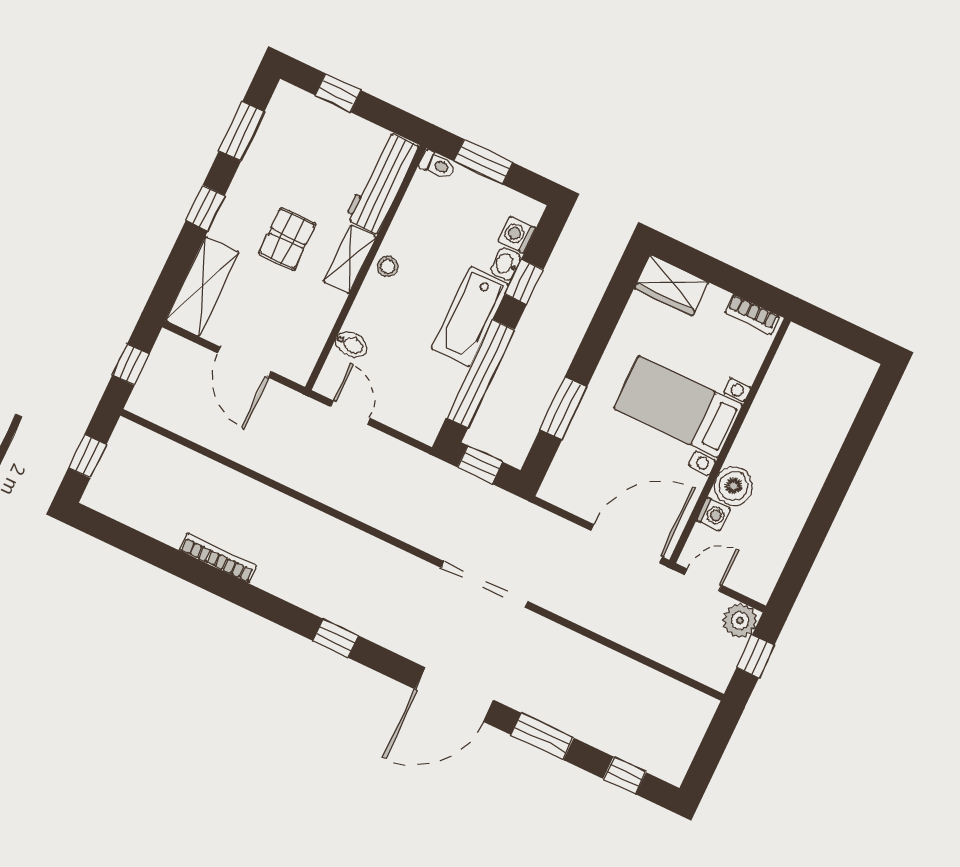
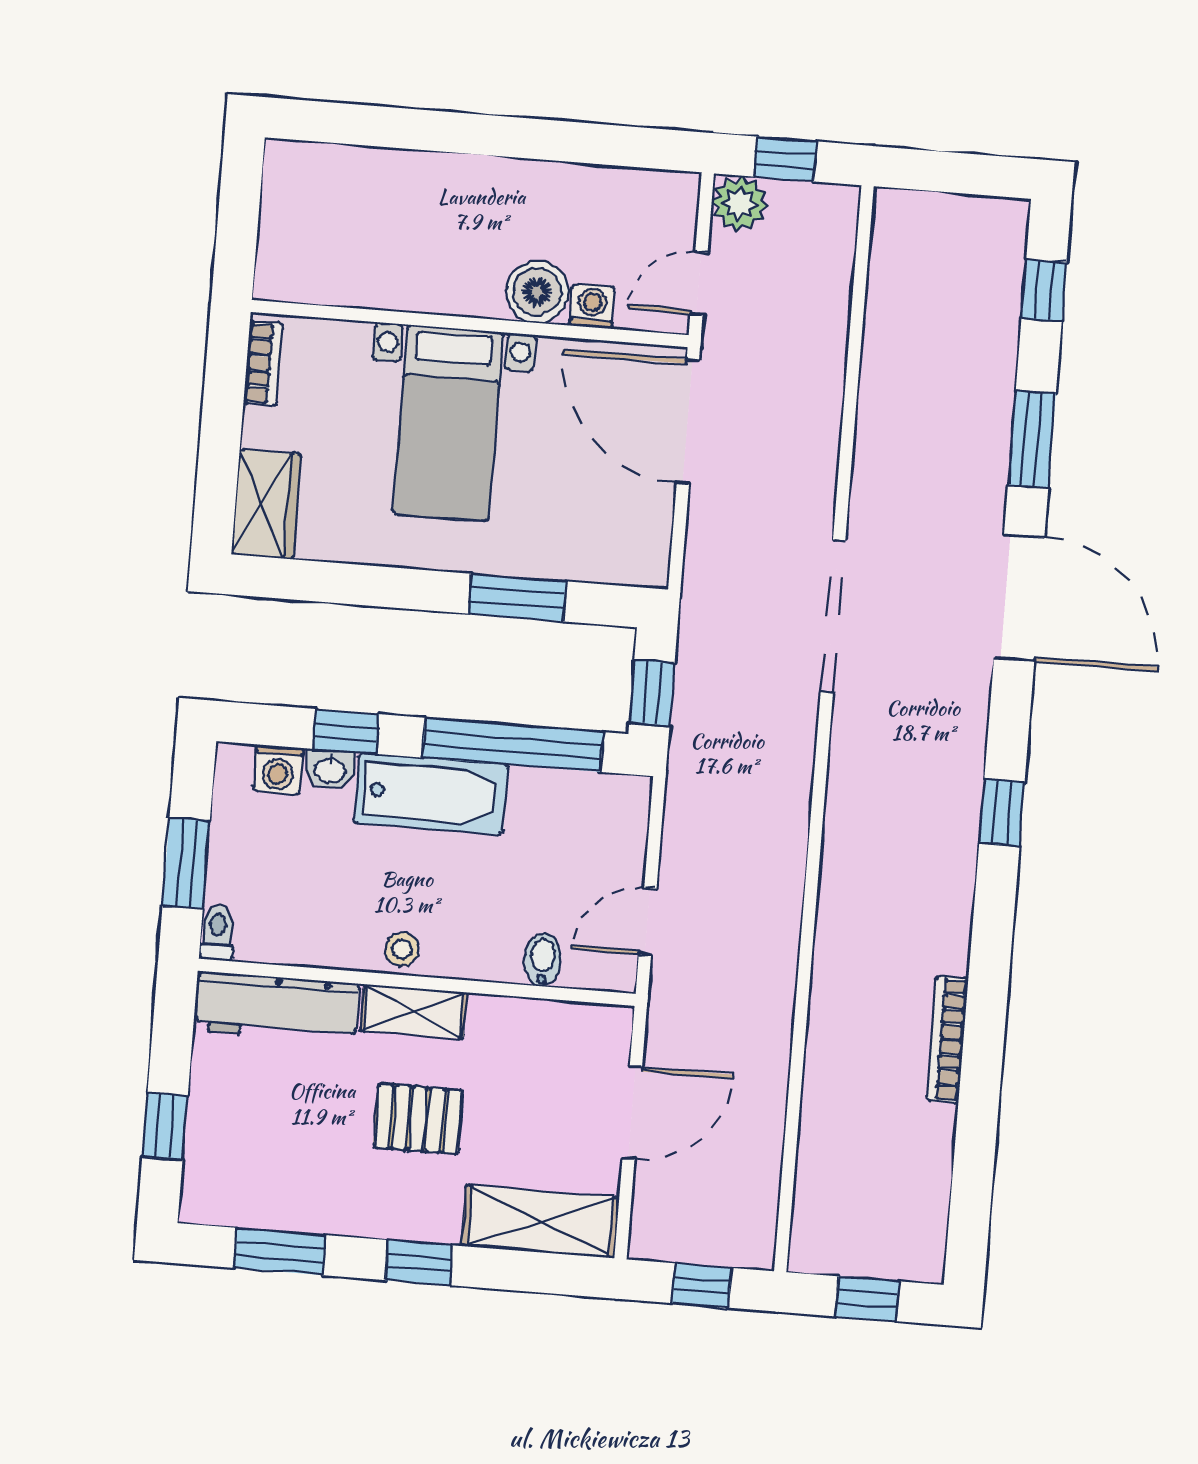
door: (703, 580) -> (699, 283), hinge flipped

